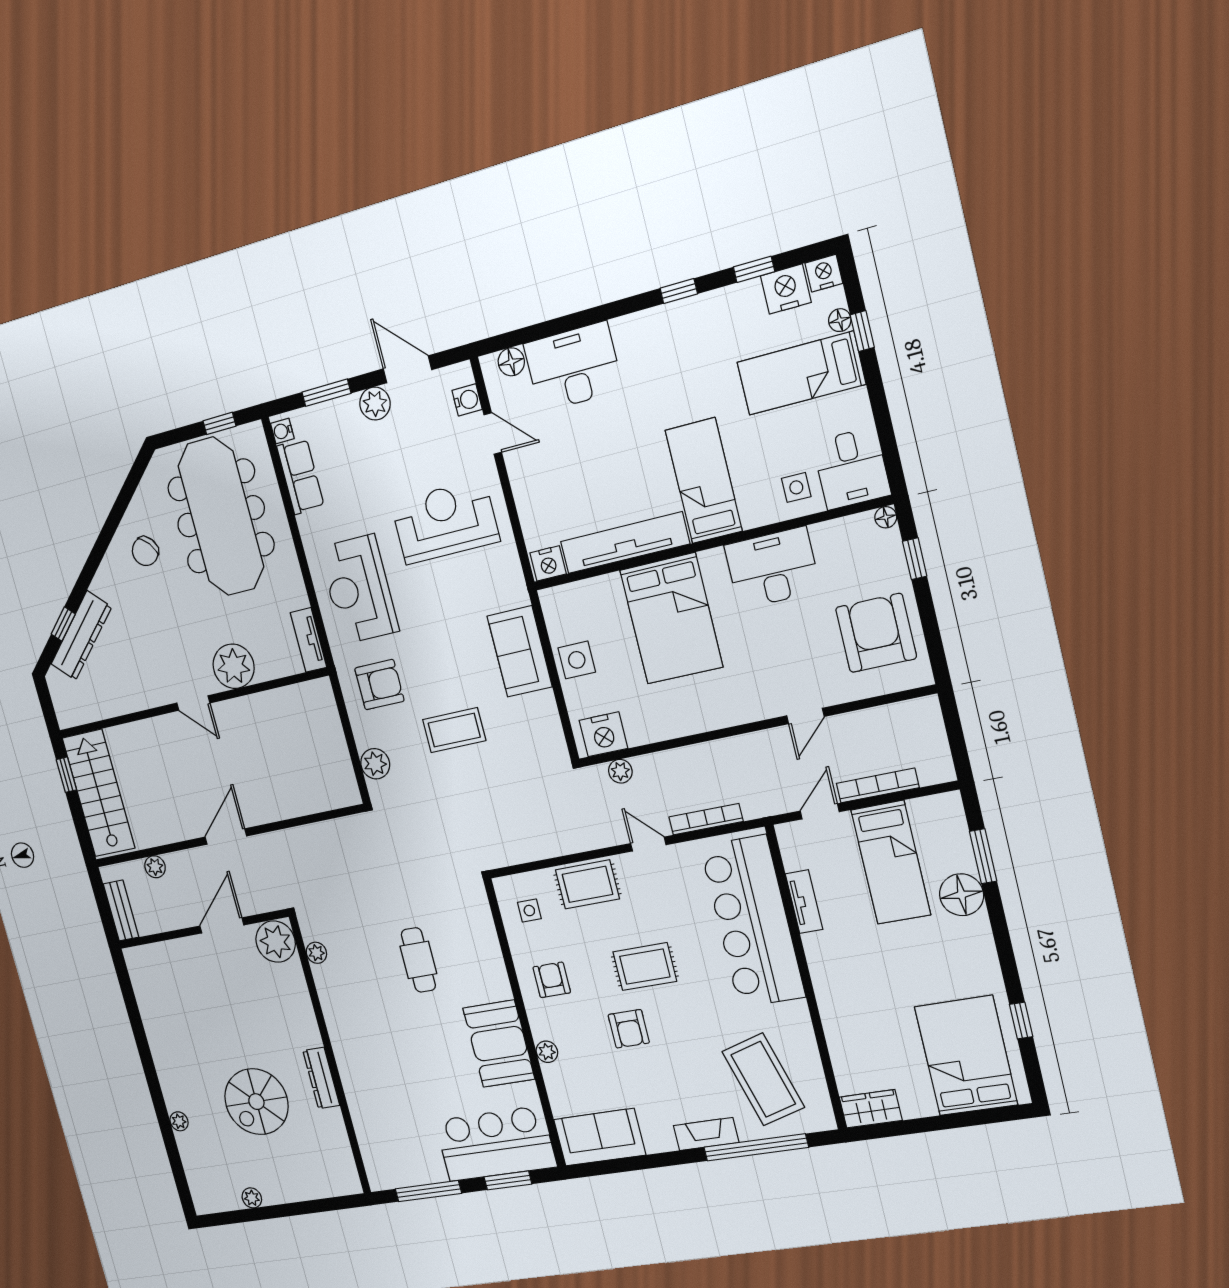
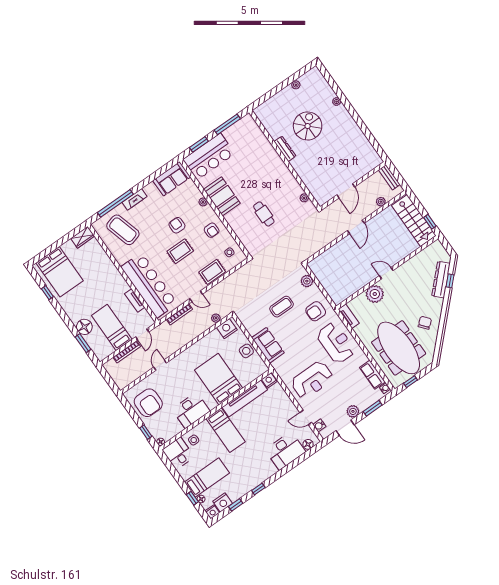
plant: (276, 942) -> (322, 195), removed

